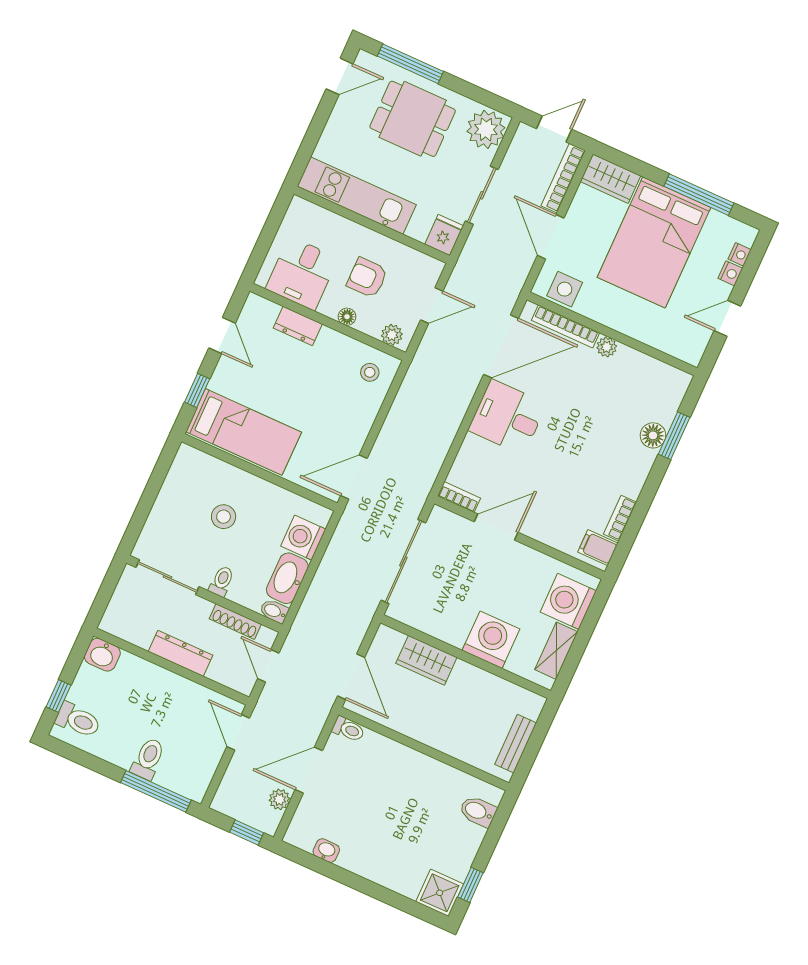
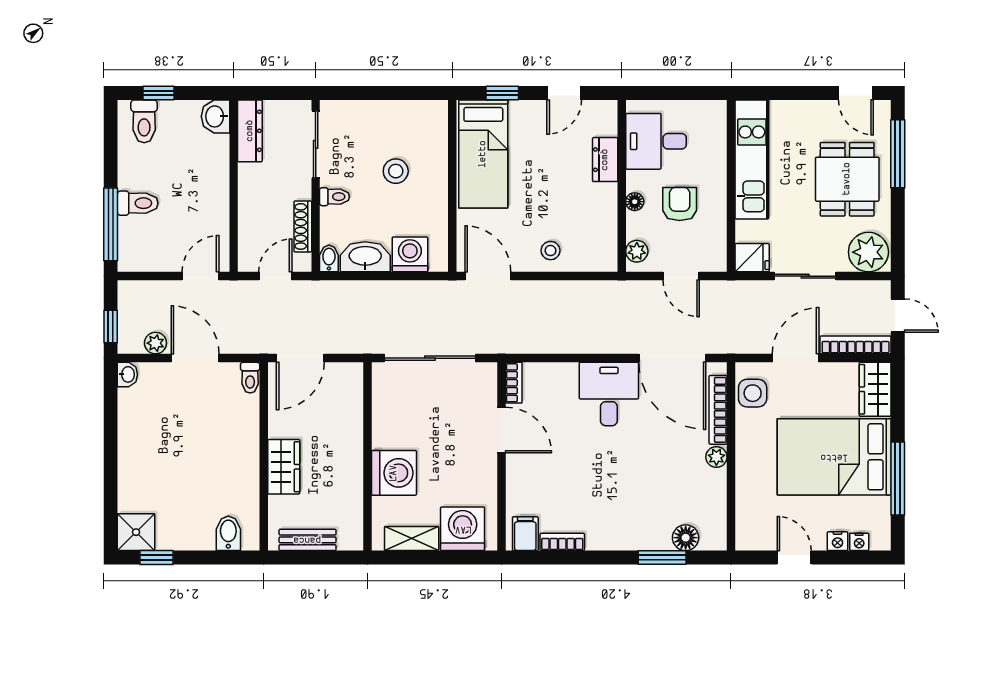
stool: (370, 372) -> (551, 251), moved
floor lamp: (653, 435) -> (686, 538), moved
dresser: (180, 653) -> (250, 131), moved
wardrobe: (426, 660) -> (284, 467), moved, turned 180
washbasin: (326, 851) -> (127, 374), moved

